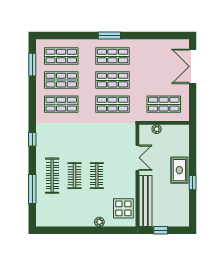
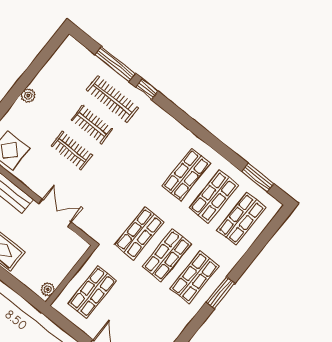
plant: (157, 129) -> (48, 289), moved
window: (32, 139) -> (147, 89), moved
double door: (137, 158) -> (55, 213), swing flipped
plant: (99, 222) -> (28, 96), moved

